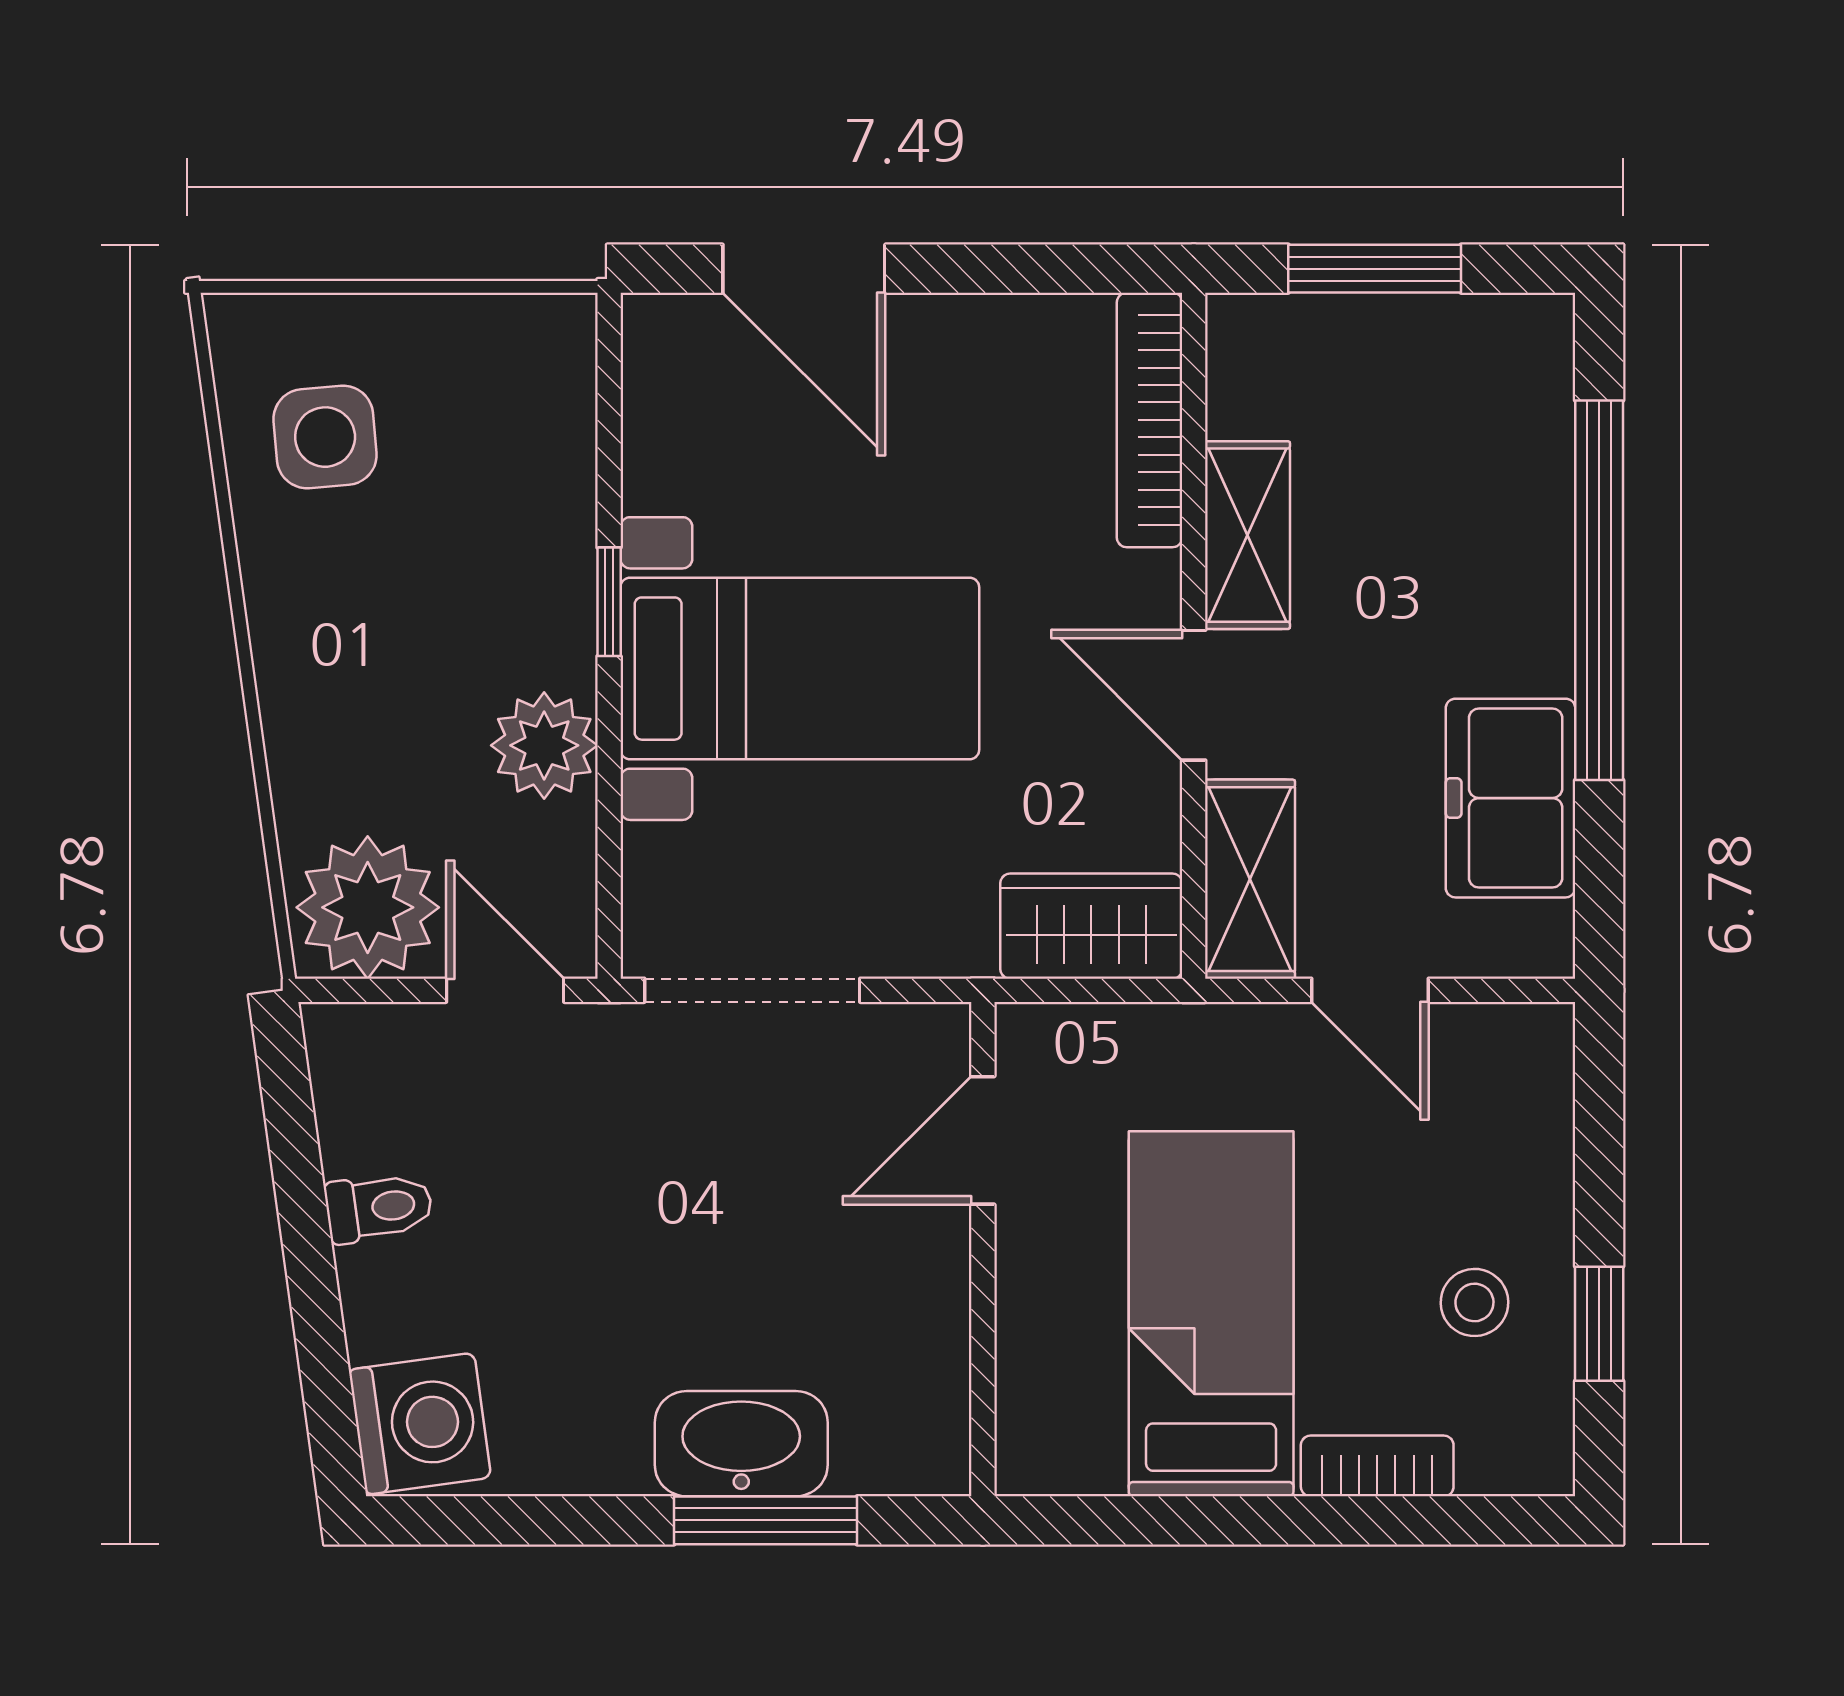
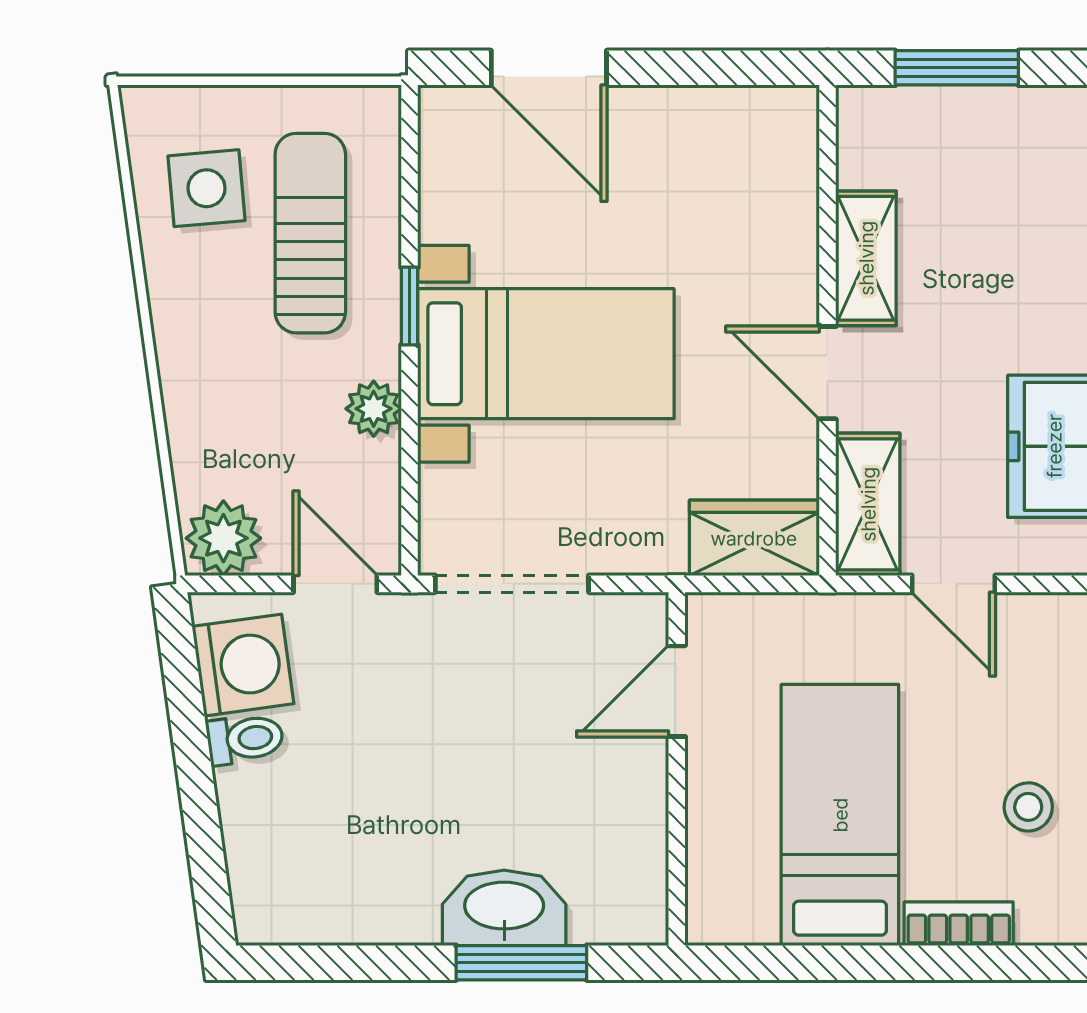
bookcase: (1150, 420) -> (796, 176), removed
sun lounger: (470, 500) -> (310, 233), added
plant: (544, 745) -> (374, 409), width x0.73, depth x0.73
plant: (368, 907) -> (223, 538), width x0.73, depth x0.73
washing machine: (420, 1424) -> (243, 665), moved

